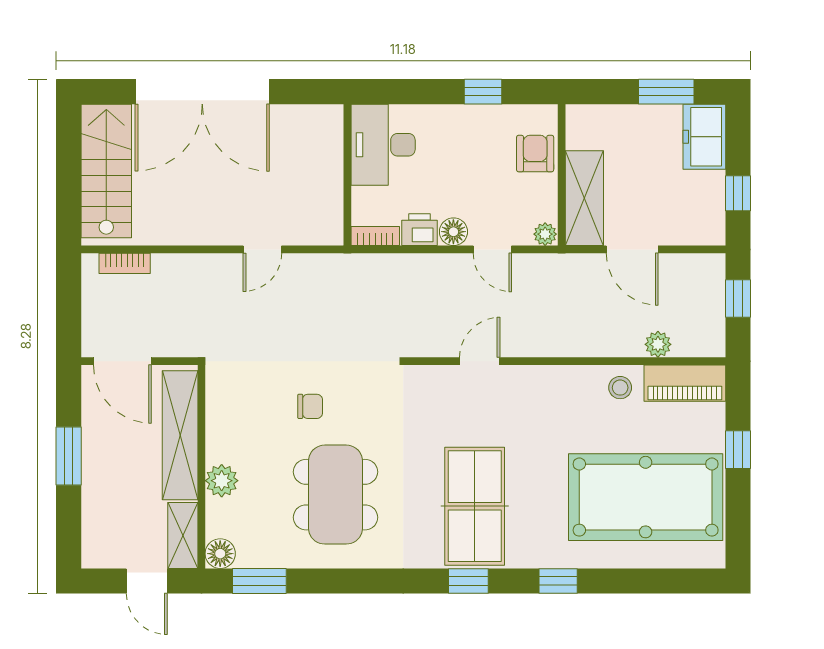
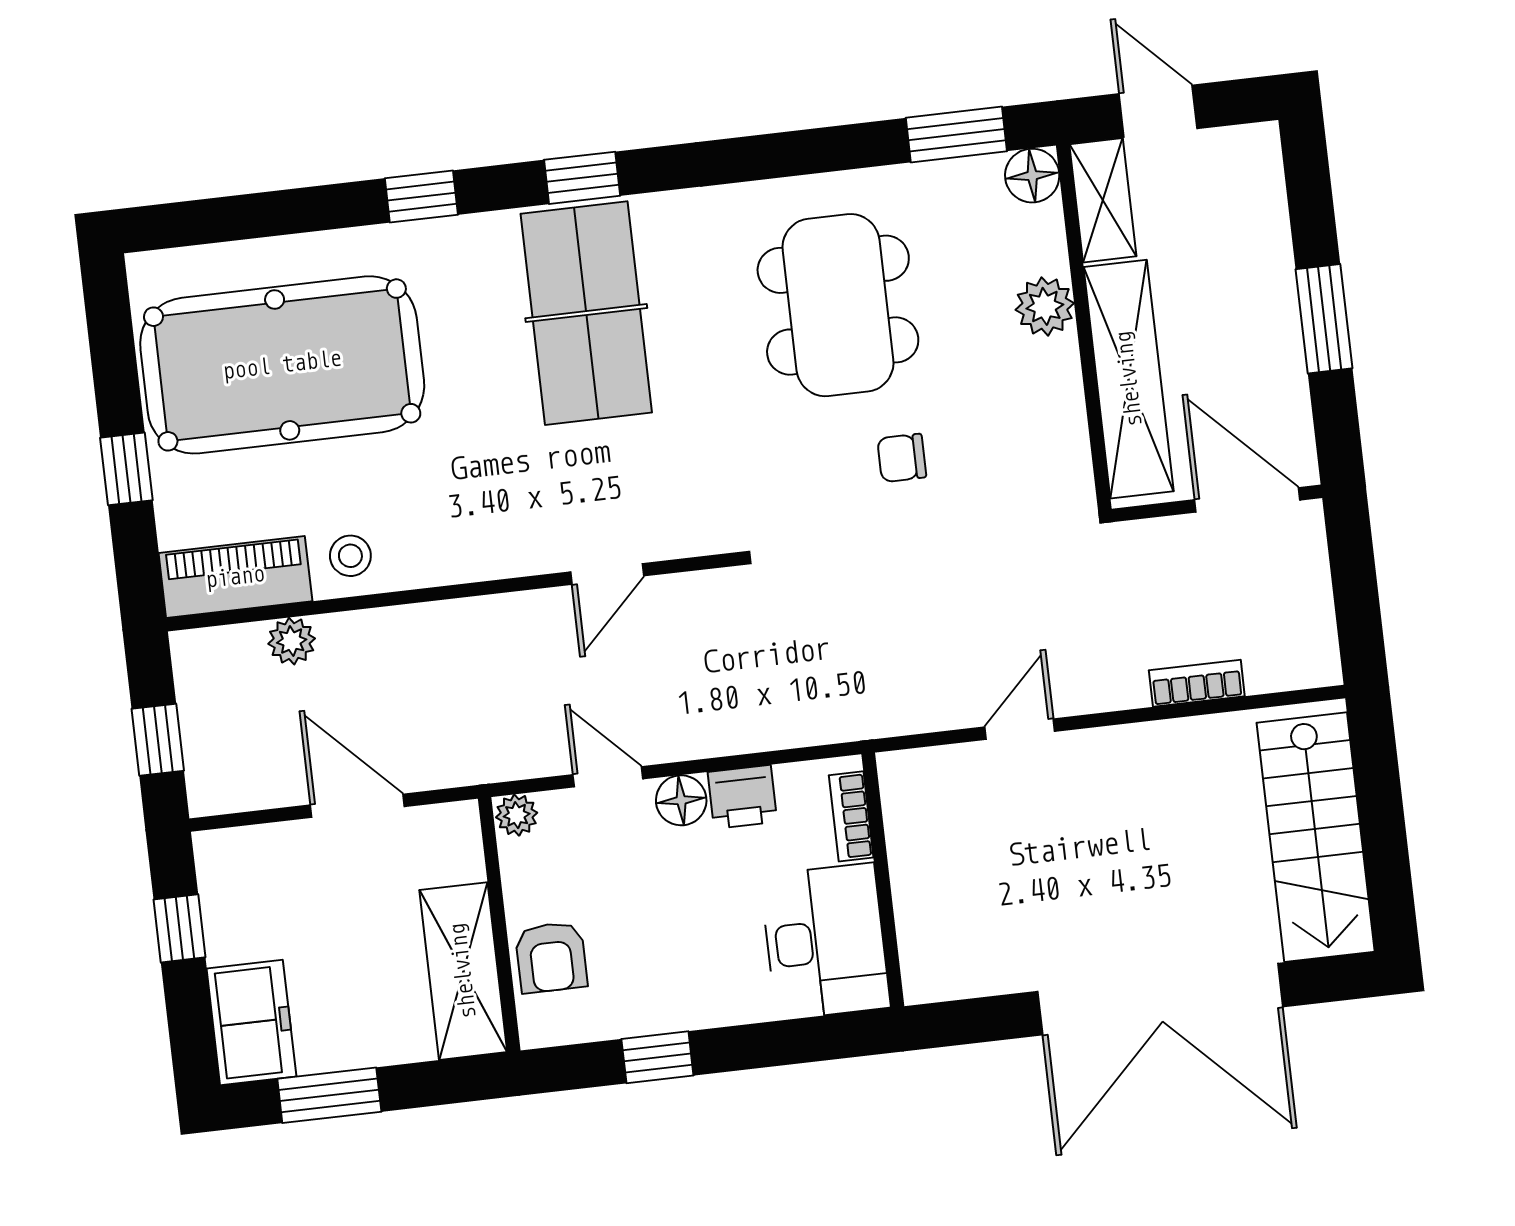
double door: (202, 92) -> (1160, 999), swing flipped
shelving: (584, 198) -> (463, 971), moved
bookcase: (375, 236) -> (851, 816), moved, turned 90
bookcase: (125, 263) -> (1197, 683), moved

